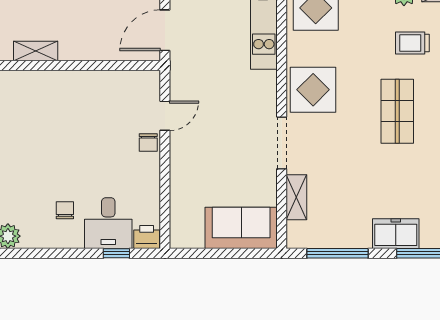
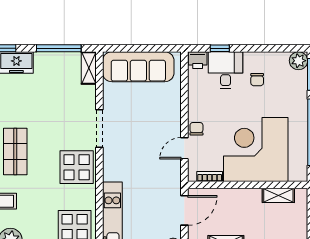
bookcase: (130, 77) -> (210, 176), added
corner desk: (67, 114) -> (256, 149), added
shelving: (296, 197) -> (89, 68), moved
sofa: (241, 228) -> (138, 67), width x1.36

